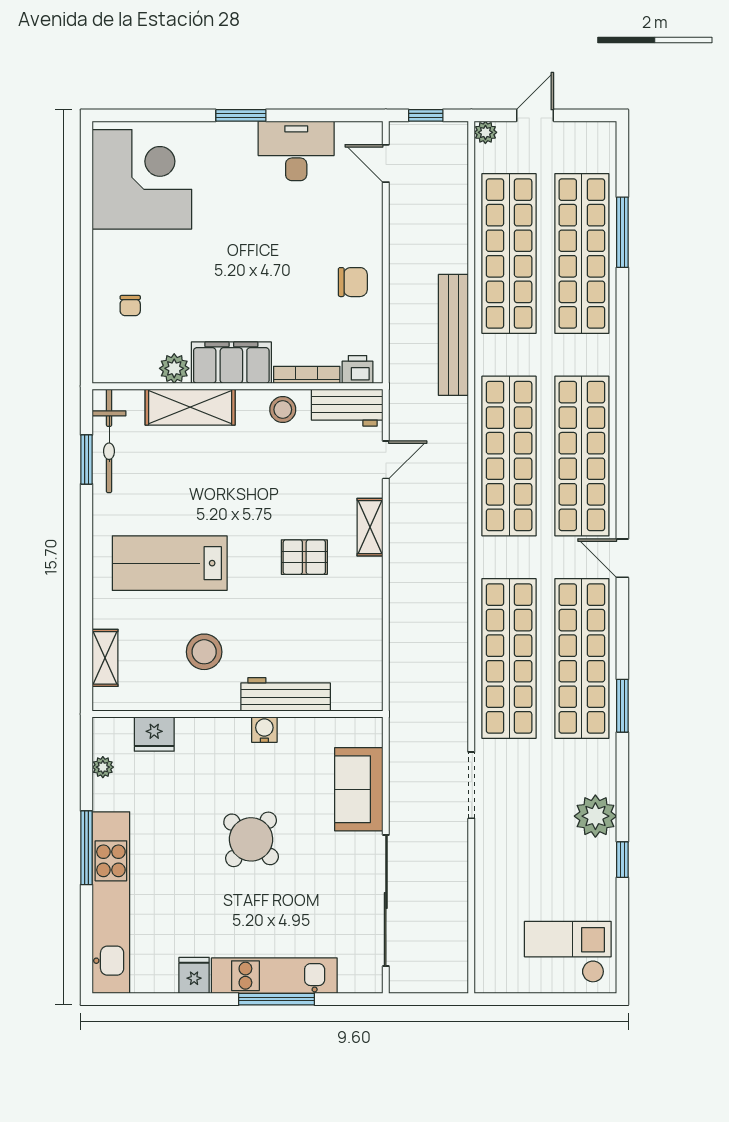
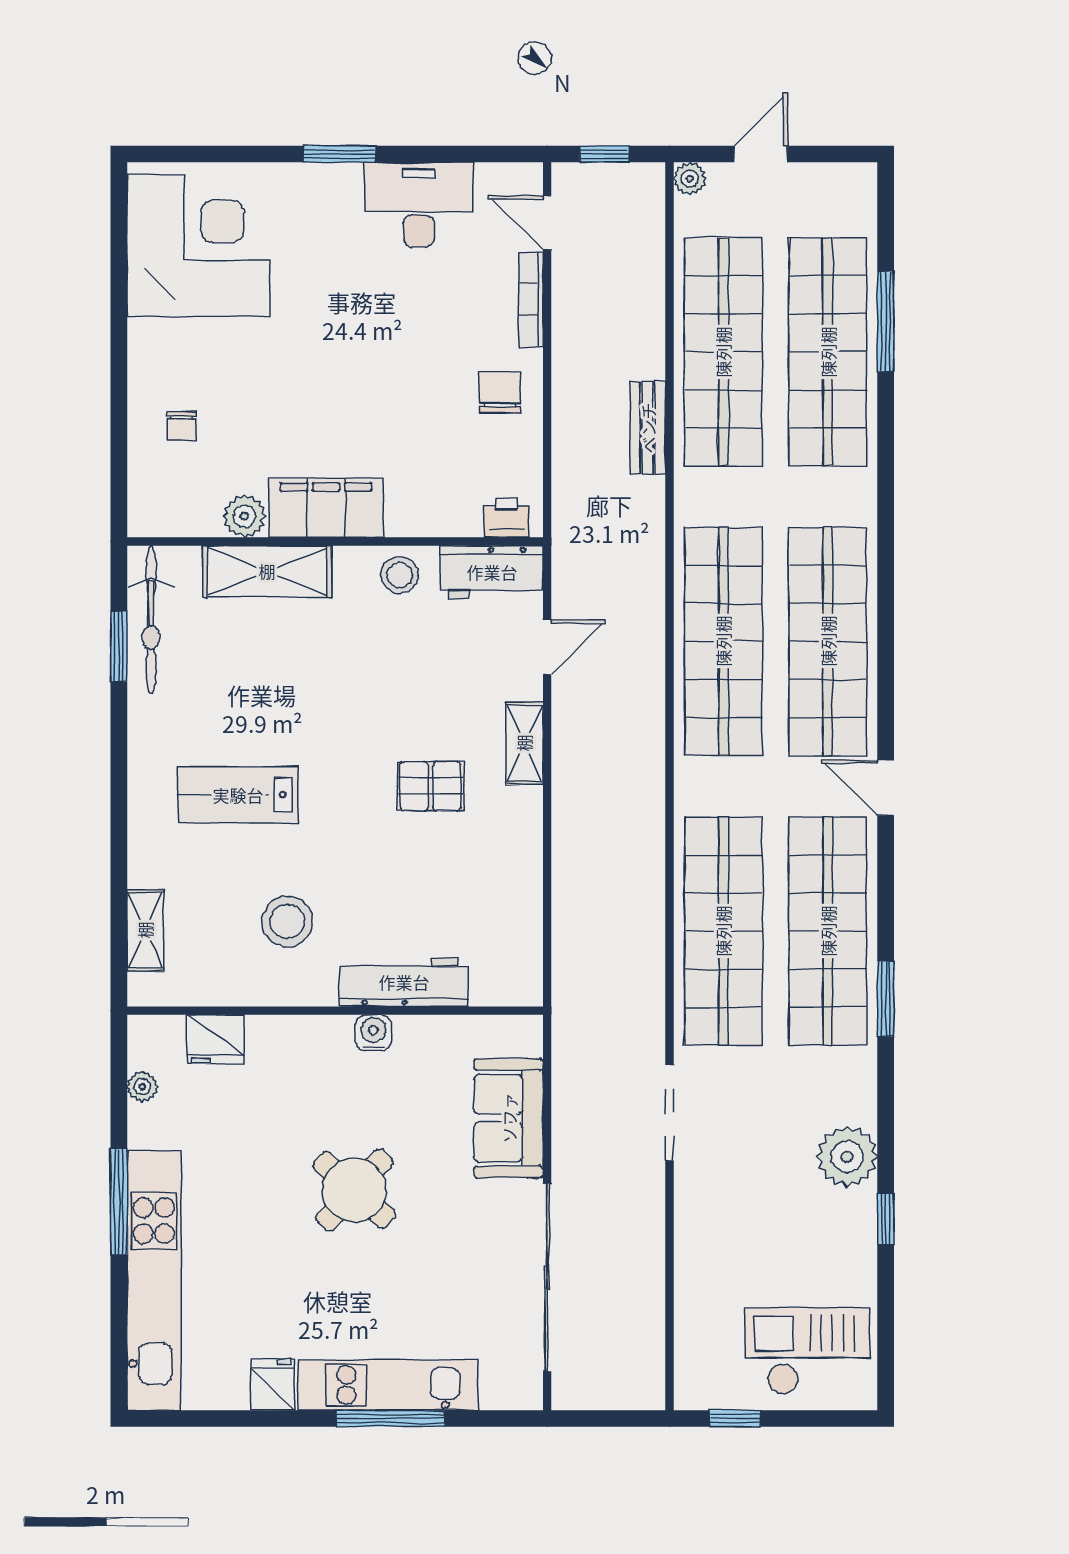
chair: (353, 282) -> (500, 393), turned -90
bench: (453, 335) -> (648, 428), width x0.54, depth x0.82
bookcase: (307, 375) -> (531, 299), moved, turned -90
lab bench: (170, 563) -> (238, 795), width x0.73, depth x0.72
window: (517, 999) -> (735, 1418), added

